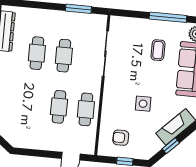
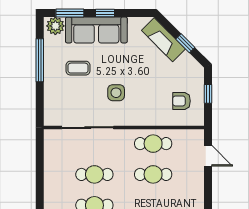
window: (78, 9) -> (40, 163), removed
side table: (143, 104) -> (116, 93), moved
armchair: (121, 138) -> (181, 101), turned 90

